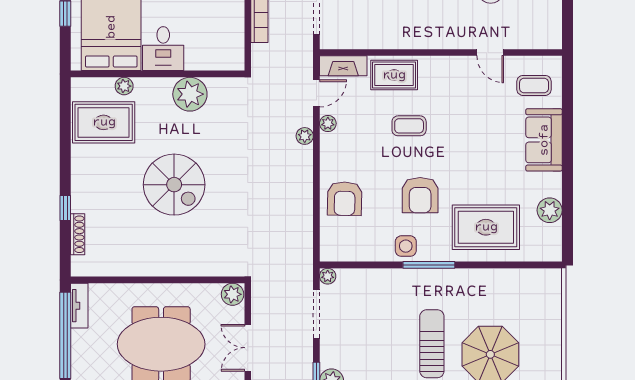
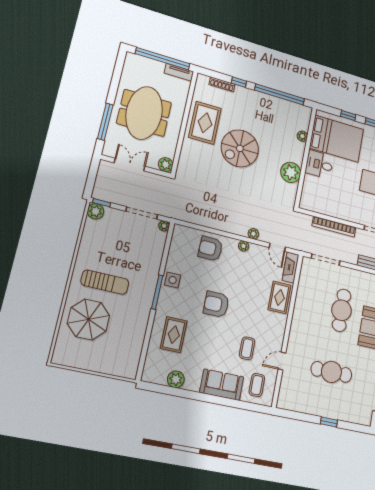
rug: (104, 122) -> (205, 123), moved
plant: (328, 123) -> (244, 246), moved
coffee table: (409, 126) -> (247, 348), moved
window: (65, 137) -> (280, 95), added
armchair: (420, 195) -> (216, 304), moved
rug: (486, 227) -> (174, 335), width x0.73, depth x0.70

